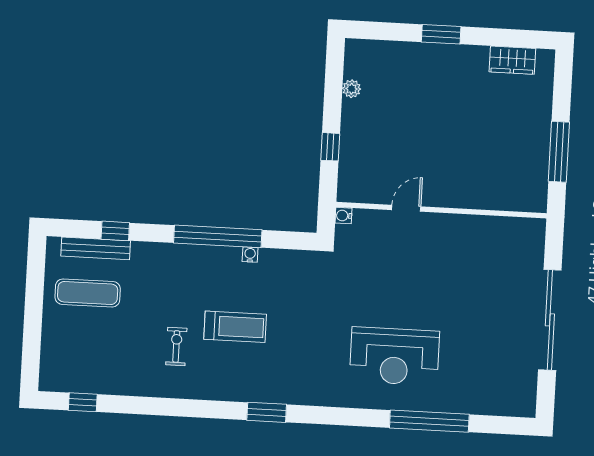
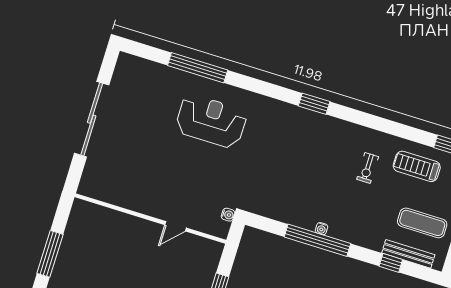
window: (559, 152) -> (50, 254), moved
water cooler: (343, 216) -> (228, 215), moved
water cooler: (250, 255) -> (322, 229), moved
treadmill: (235, 327) -> (417, 166), moved

